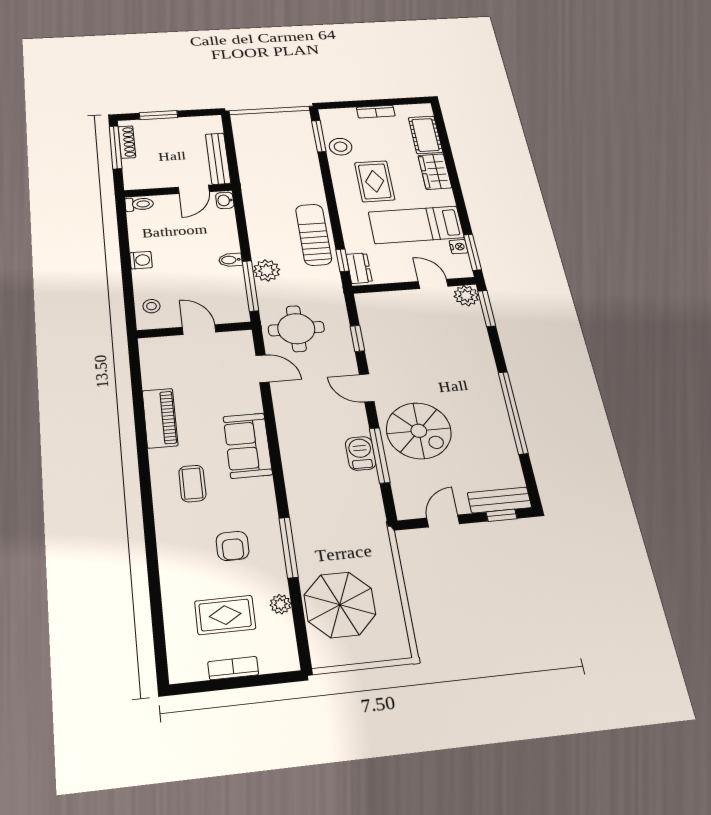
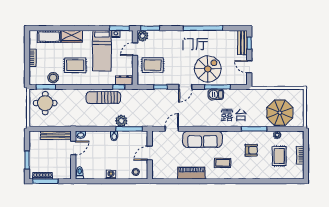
door: (194, 189) -> (73, 148), hinge flipped
rug: (404, 319) -> (153, 65), added
round table: (296, 329) -> (45, 103), moved
sofa: (248, 445) -> (202, 139), width x1.36

